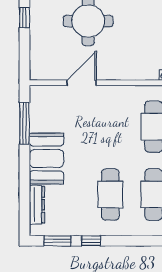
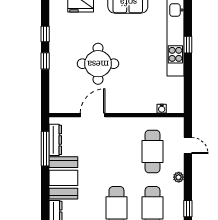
dresser: (37, 113) -> (55, 140), added

